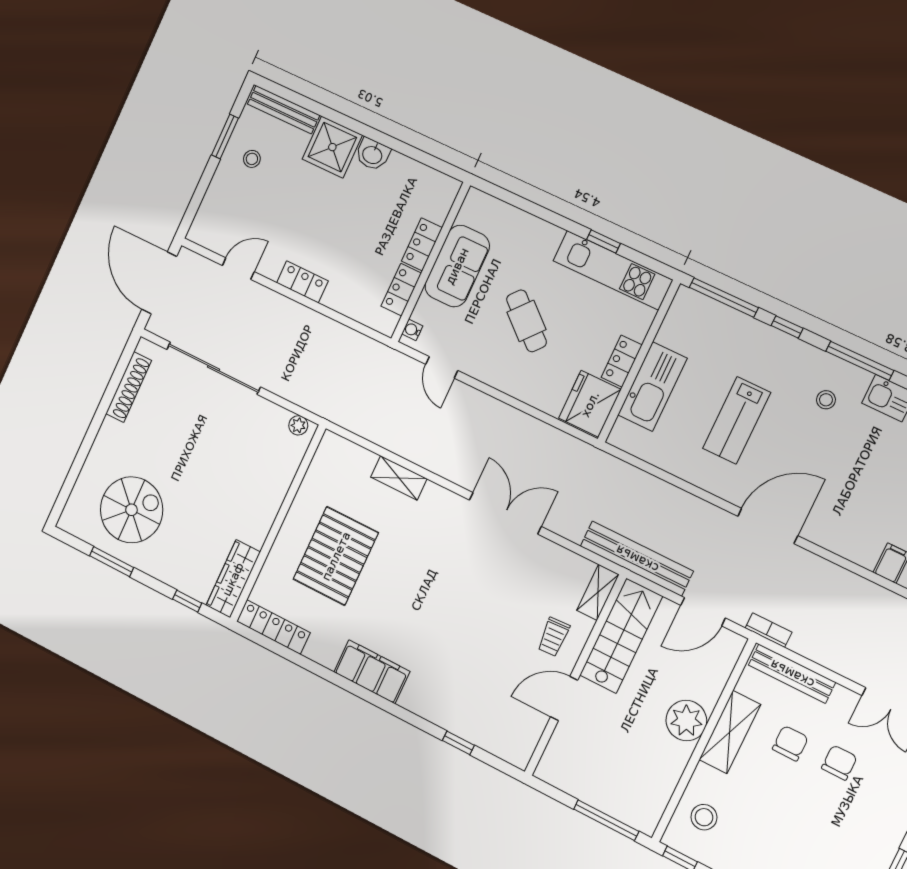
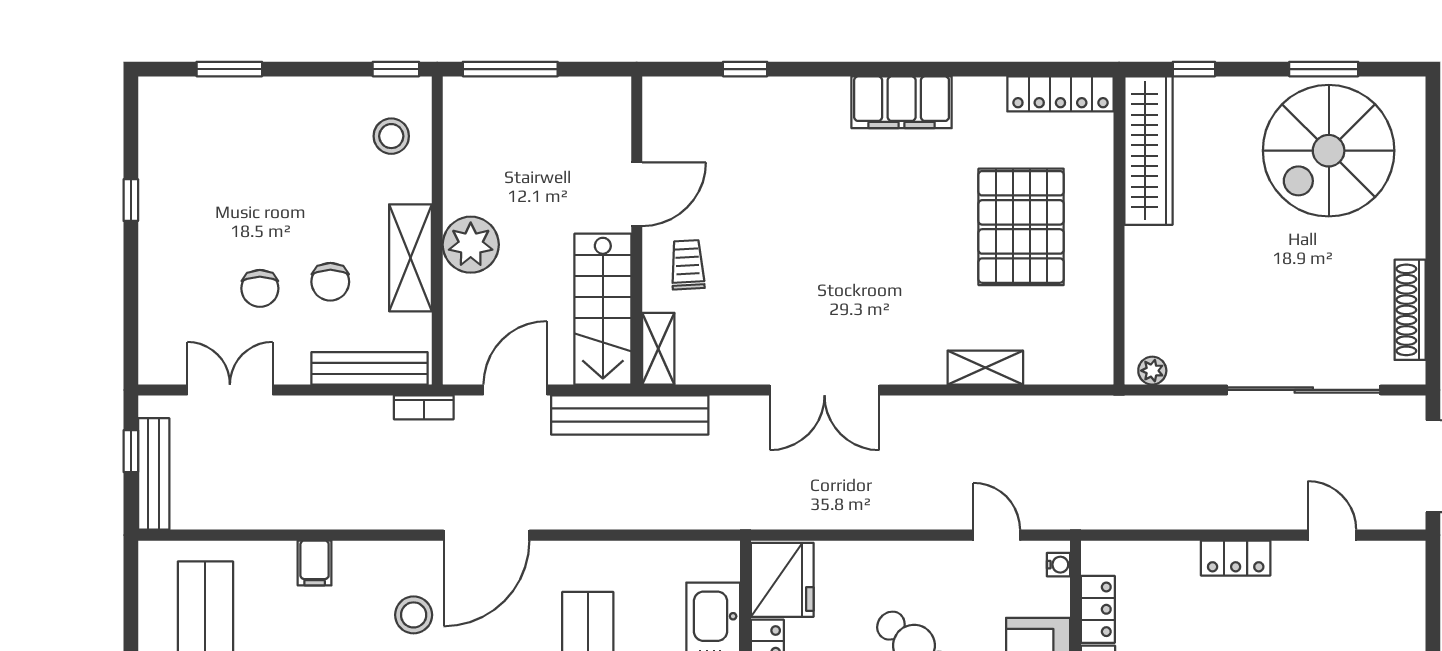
door: (238, 269) -> (1332, 535), swing flipped
stool: (842, 497) -> (414, 615), added
spiral stairs: (131, 510) -> (1329, 151), width x1.37, depth x1.37
wardrobe: (233, 579) -> (1149, 151), width x1.40, depth x1.17

